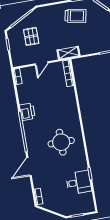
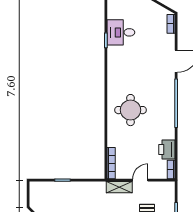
shelving: (68, 53) -> (119, 187), moved
printer: (27, 112) -> (167, 149), moved
round table: (61, 142) -> (131, 110), moved

